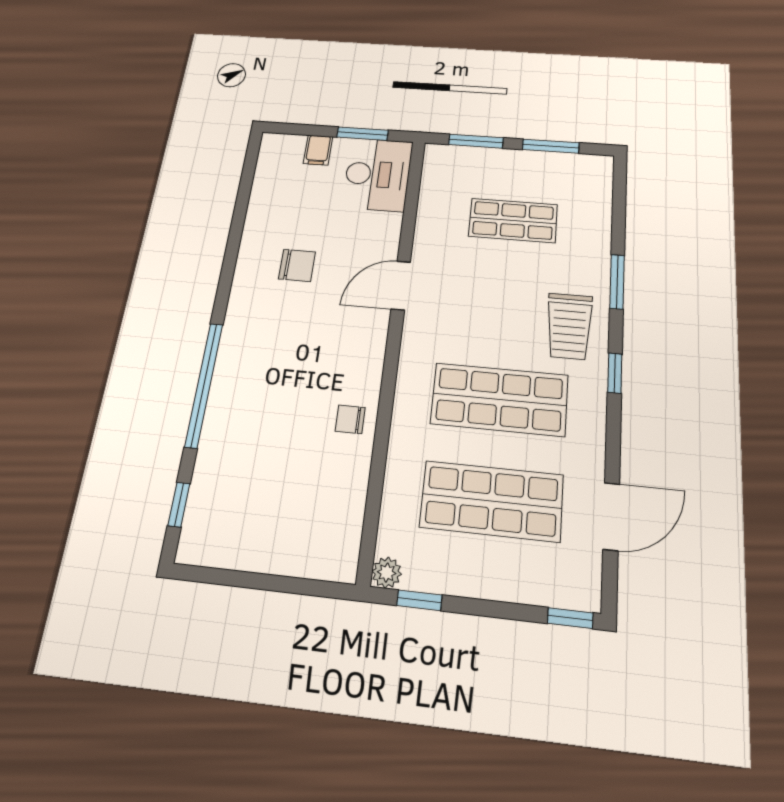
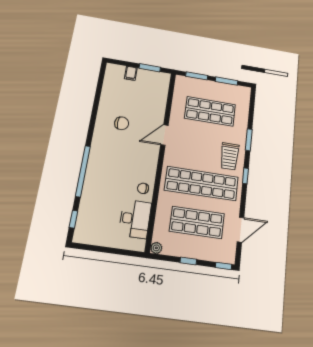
desk: (378, 174) -> (135, 219), moved
shop shelf: (513, 220) -> (210, 111), width x1.43, depth x1.36
shop shelf: (499, 399) -> (202, 184), width x1.40
window: (419, 600) -> (188, 261), moved

